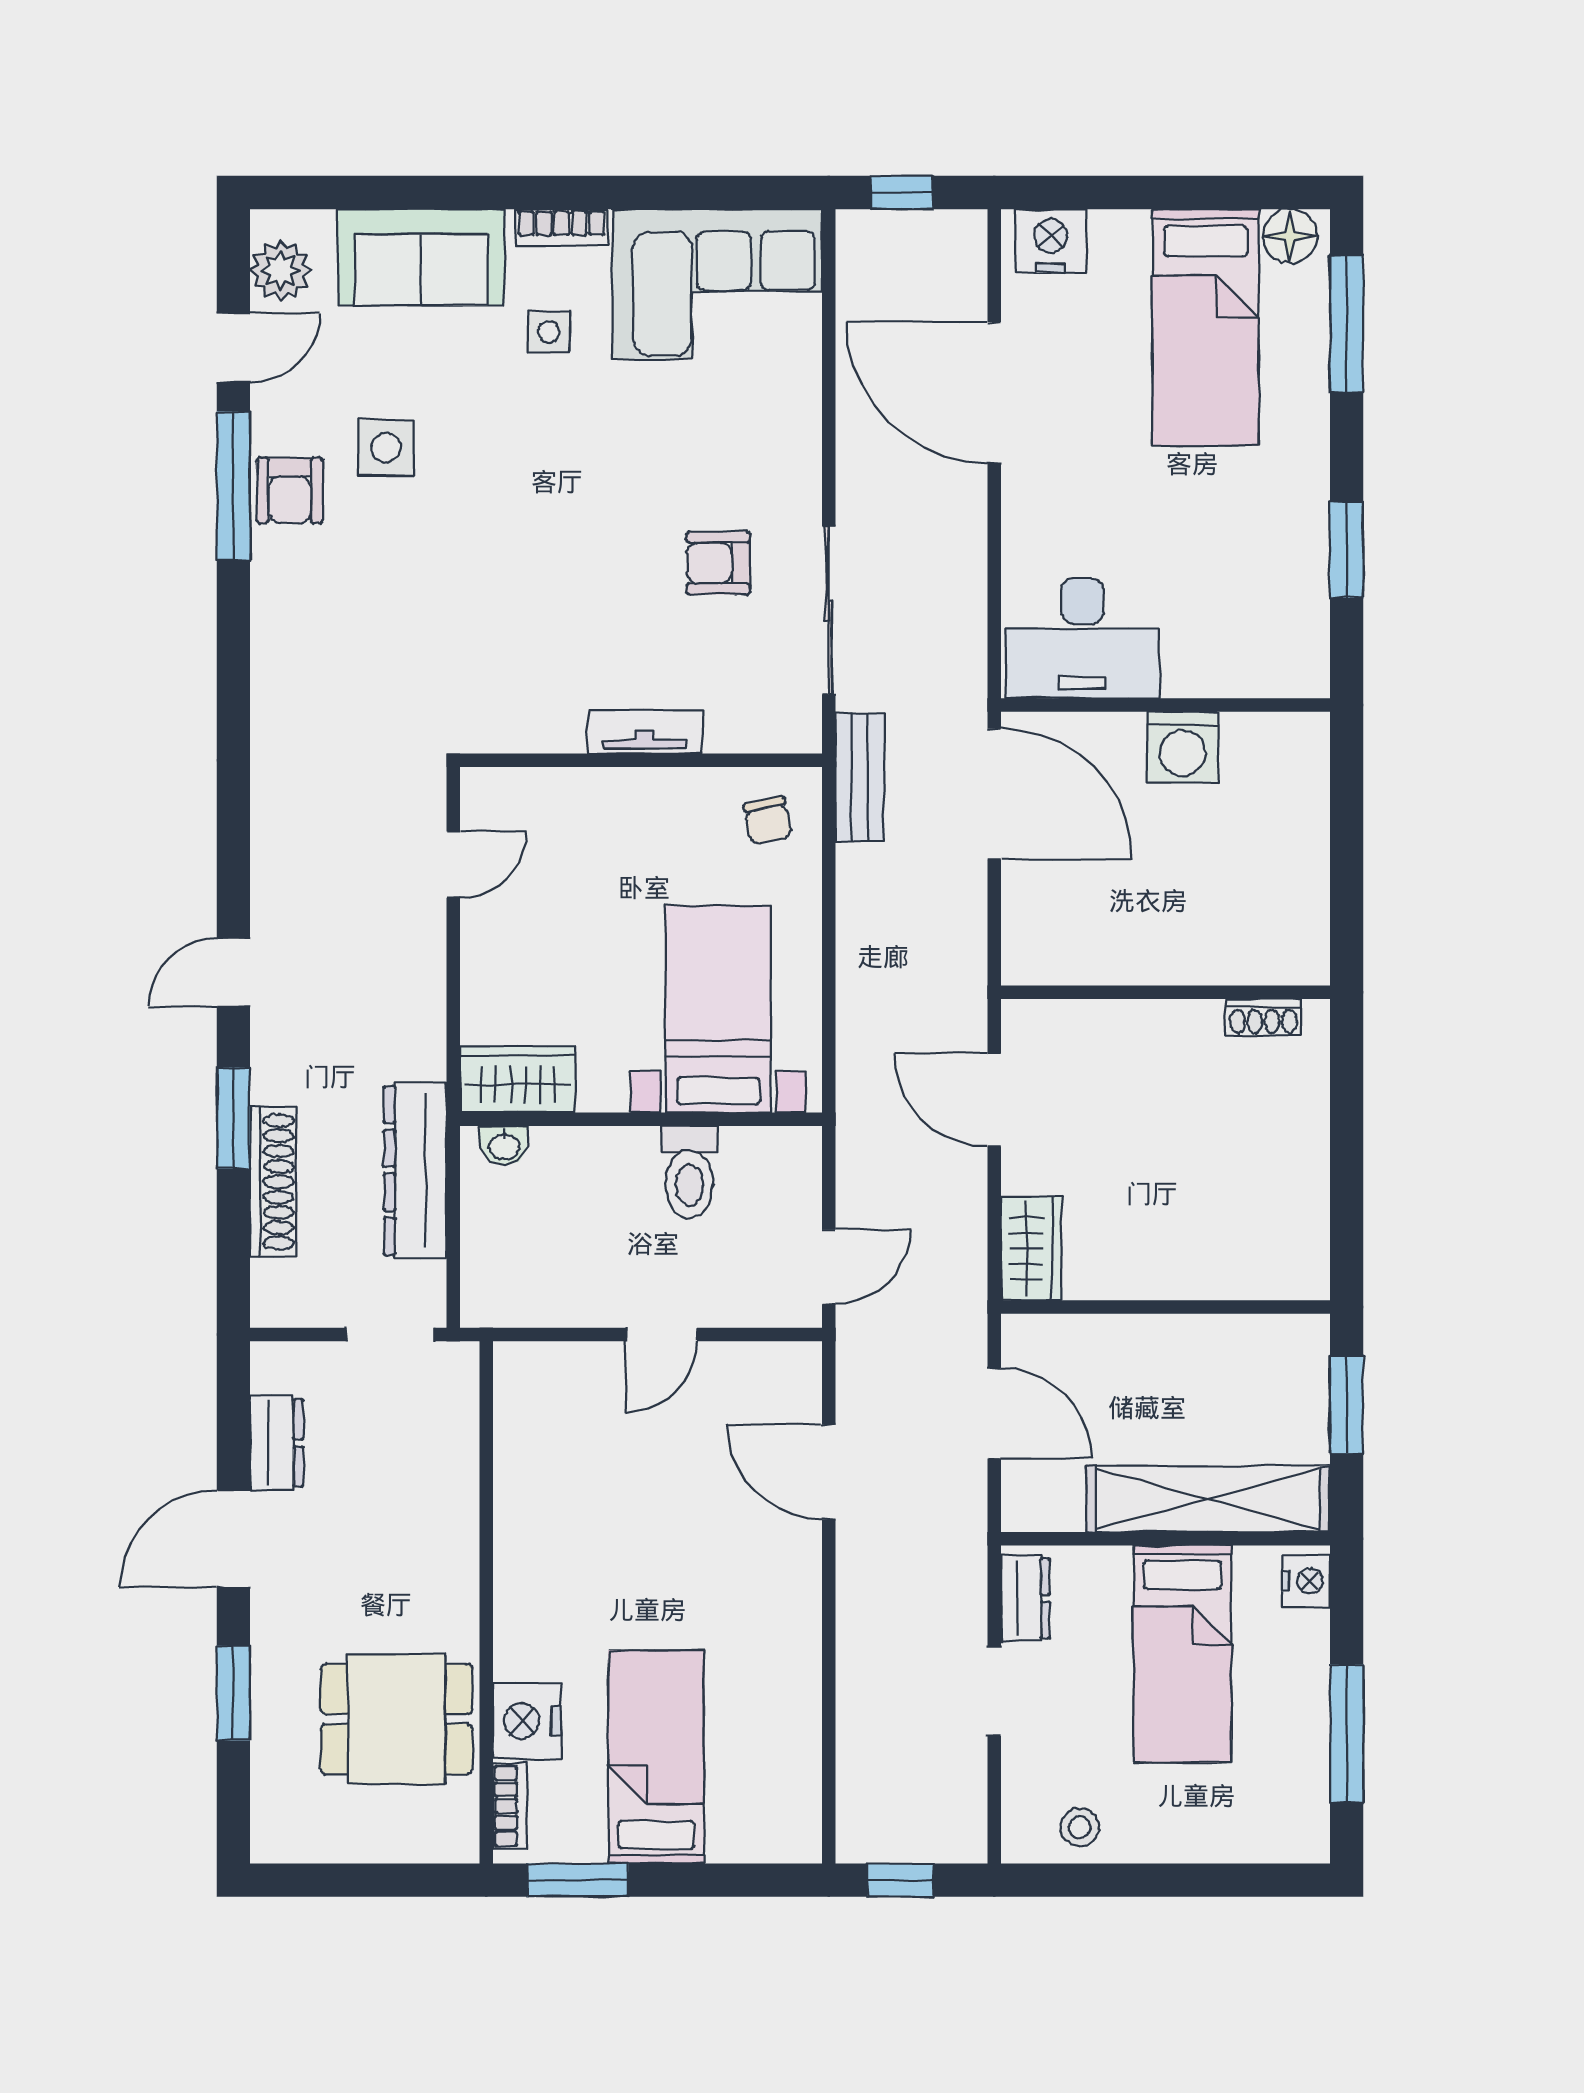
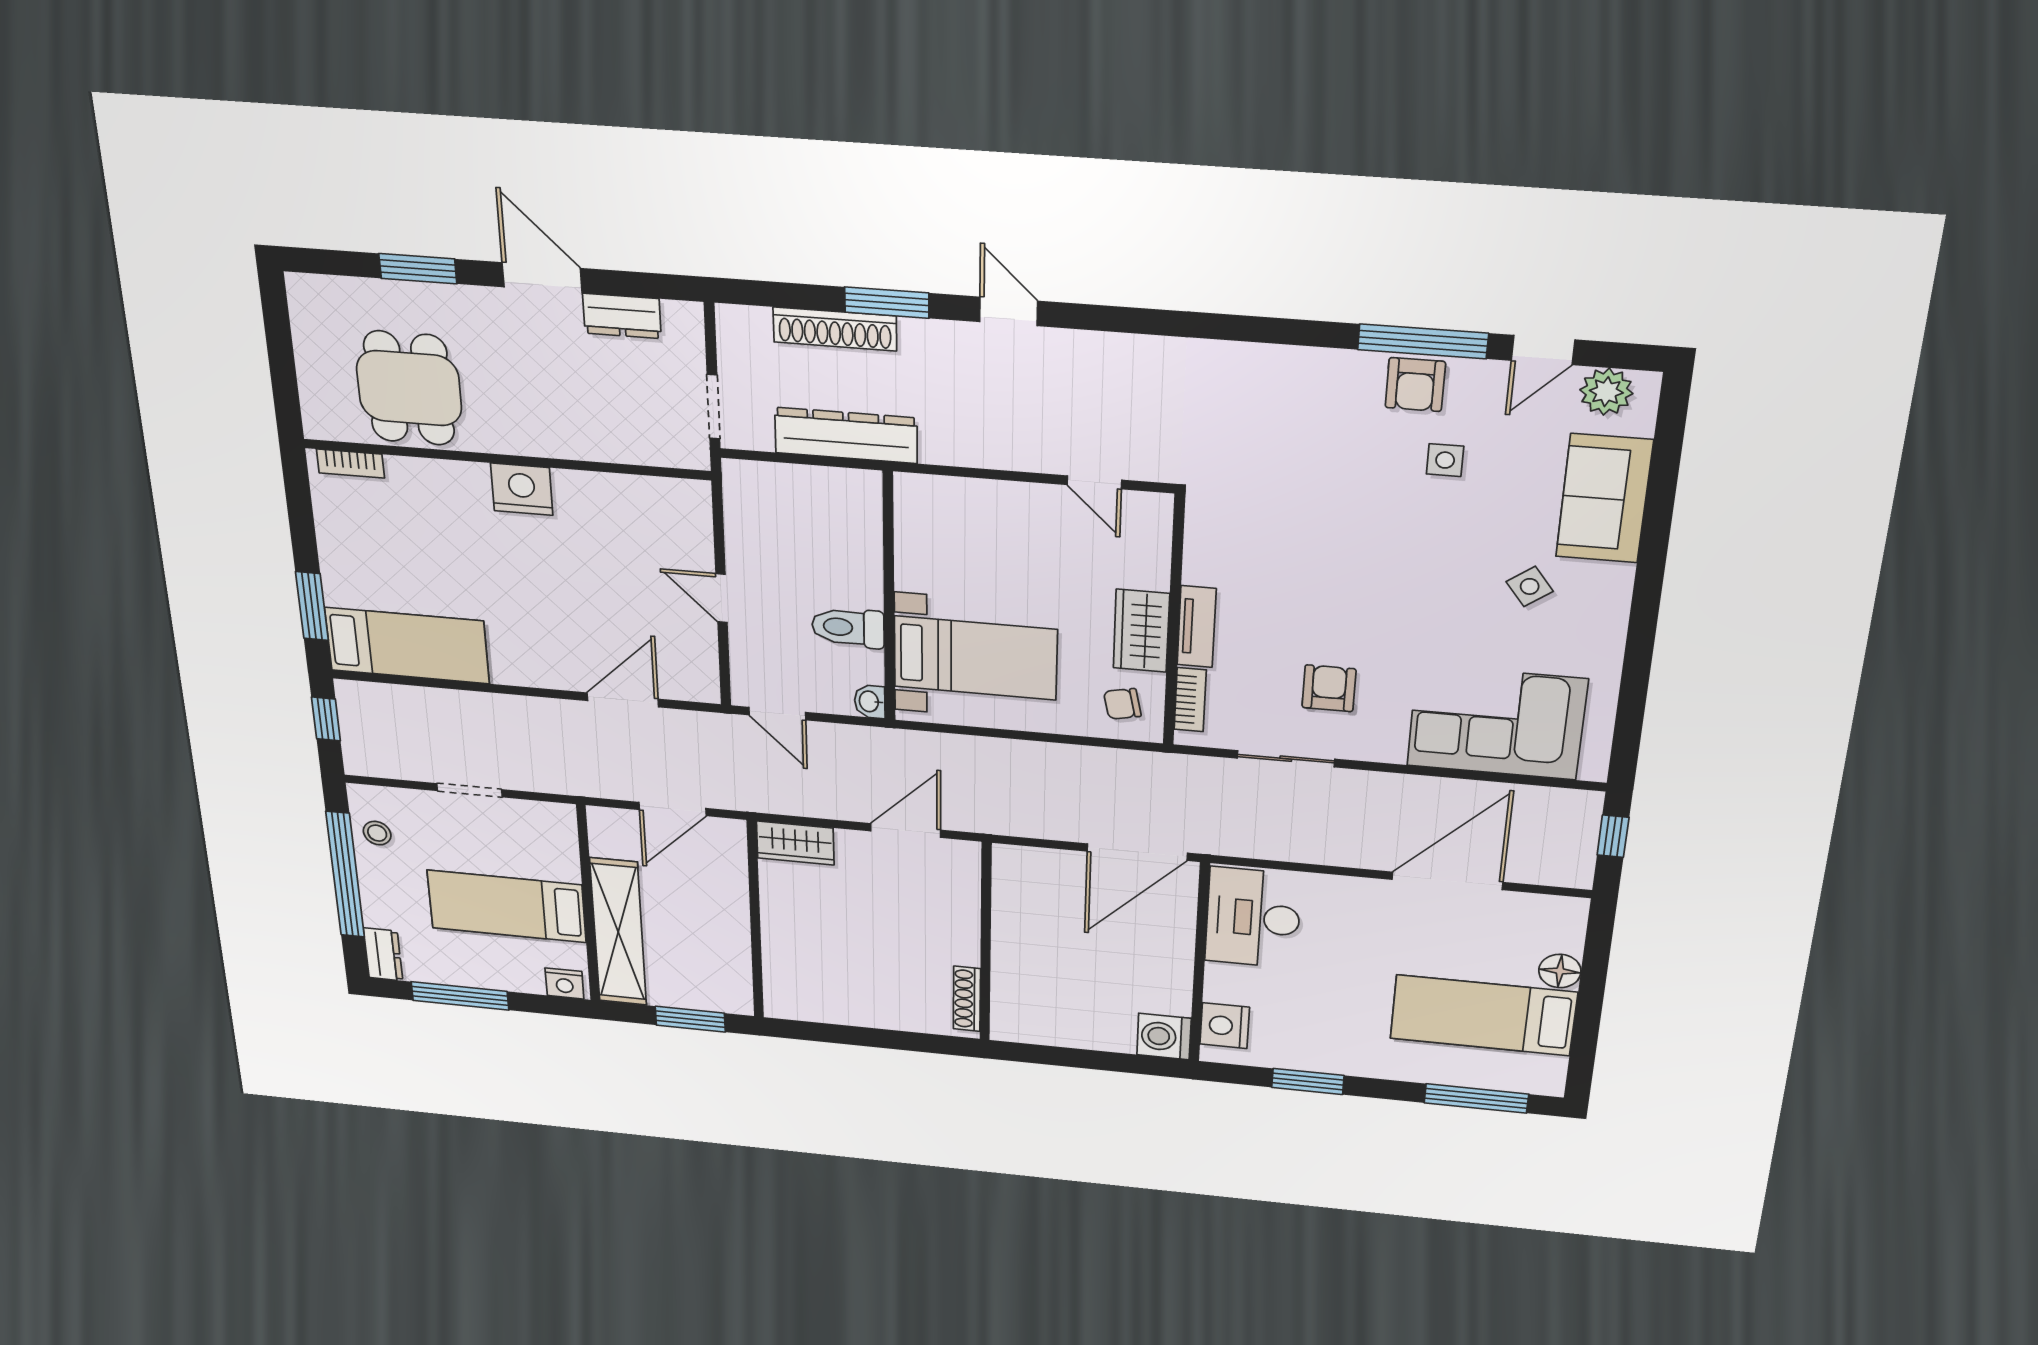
bookcase: (562, 228) -> (1190, 700), moved, turned 180
floor lamp: (1290, 236) -> (1560, 971), moved
nightstand: (1051, 241) -> (1225, 1026), moved, turned 180
corner sofa: (717, 284) -> (1497, 722), moved, turned 90
side table: (549, 332) -> (1530, 586), turned -37
door: (233, 348) -> (1543, 350), hinge flipped
side table: (386, 448) -> (1445, 460), width x0.73, depth x0.73
armchair: (290, 490) -> (1415, 385), turned -90
sliding door: (829, 610) -> (1286, 759), width x0.73
washing machine: (1183, 747) -> (1164, 1037), moved
bench: (860, 777) -> (1154, 767), removed
shoe rack: (1263, 1017) -> (967, 999), width x1.43
wardrobe: (518, 1079) -> (1141, 631), moved, turned 180
washbasin: (504, 1146) -> (870, 702), moved
dresser: (1025, 1598) -> (383, 954), moved, turned -90
nightstand: (527, 1721) -> (522, 489), moved
bed: (656, 1757) -> (407, 646), moved
window: (578, 1880) -> (312, 606), moved
window: (1155, 1880) -> (345, 875), added

